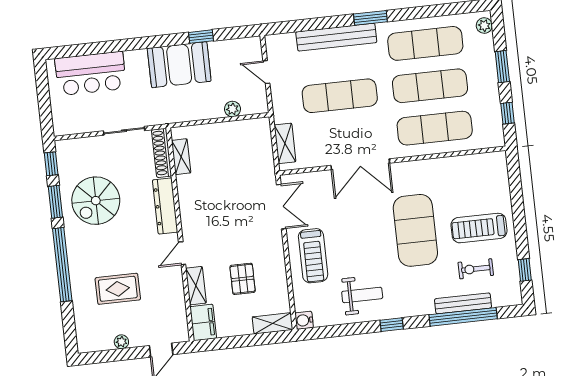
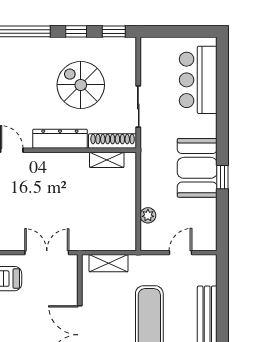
window: (201, 37) -> (222, 177), moved
spiral stairs: (96, 201) -> (81, 85), moved
window: (55, 202) -> (76, 31), width x0.67
double door: (281, 207) -> (47, 253), swing flipped

